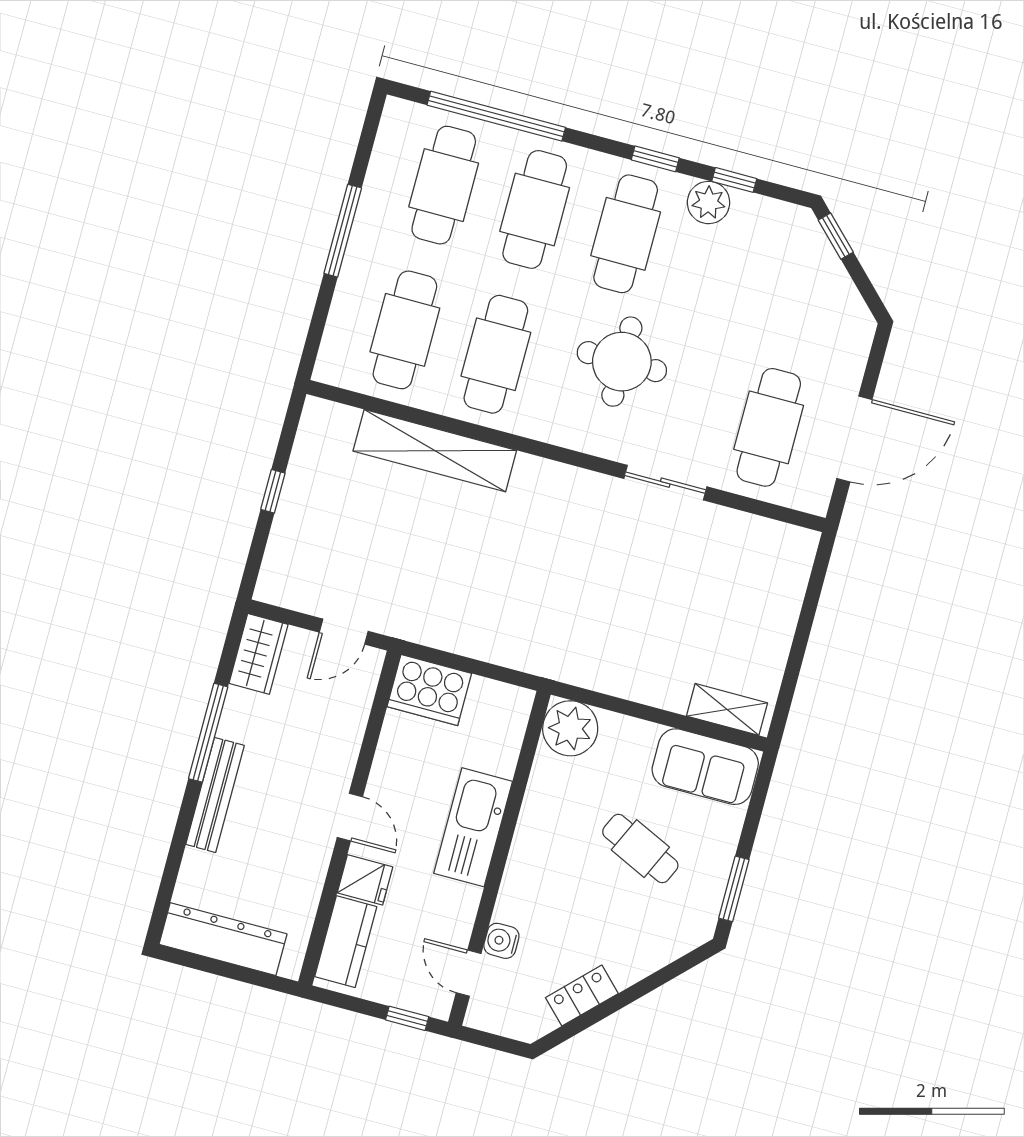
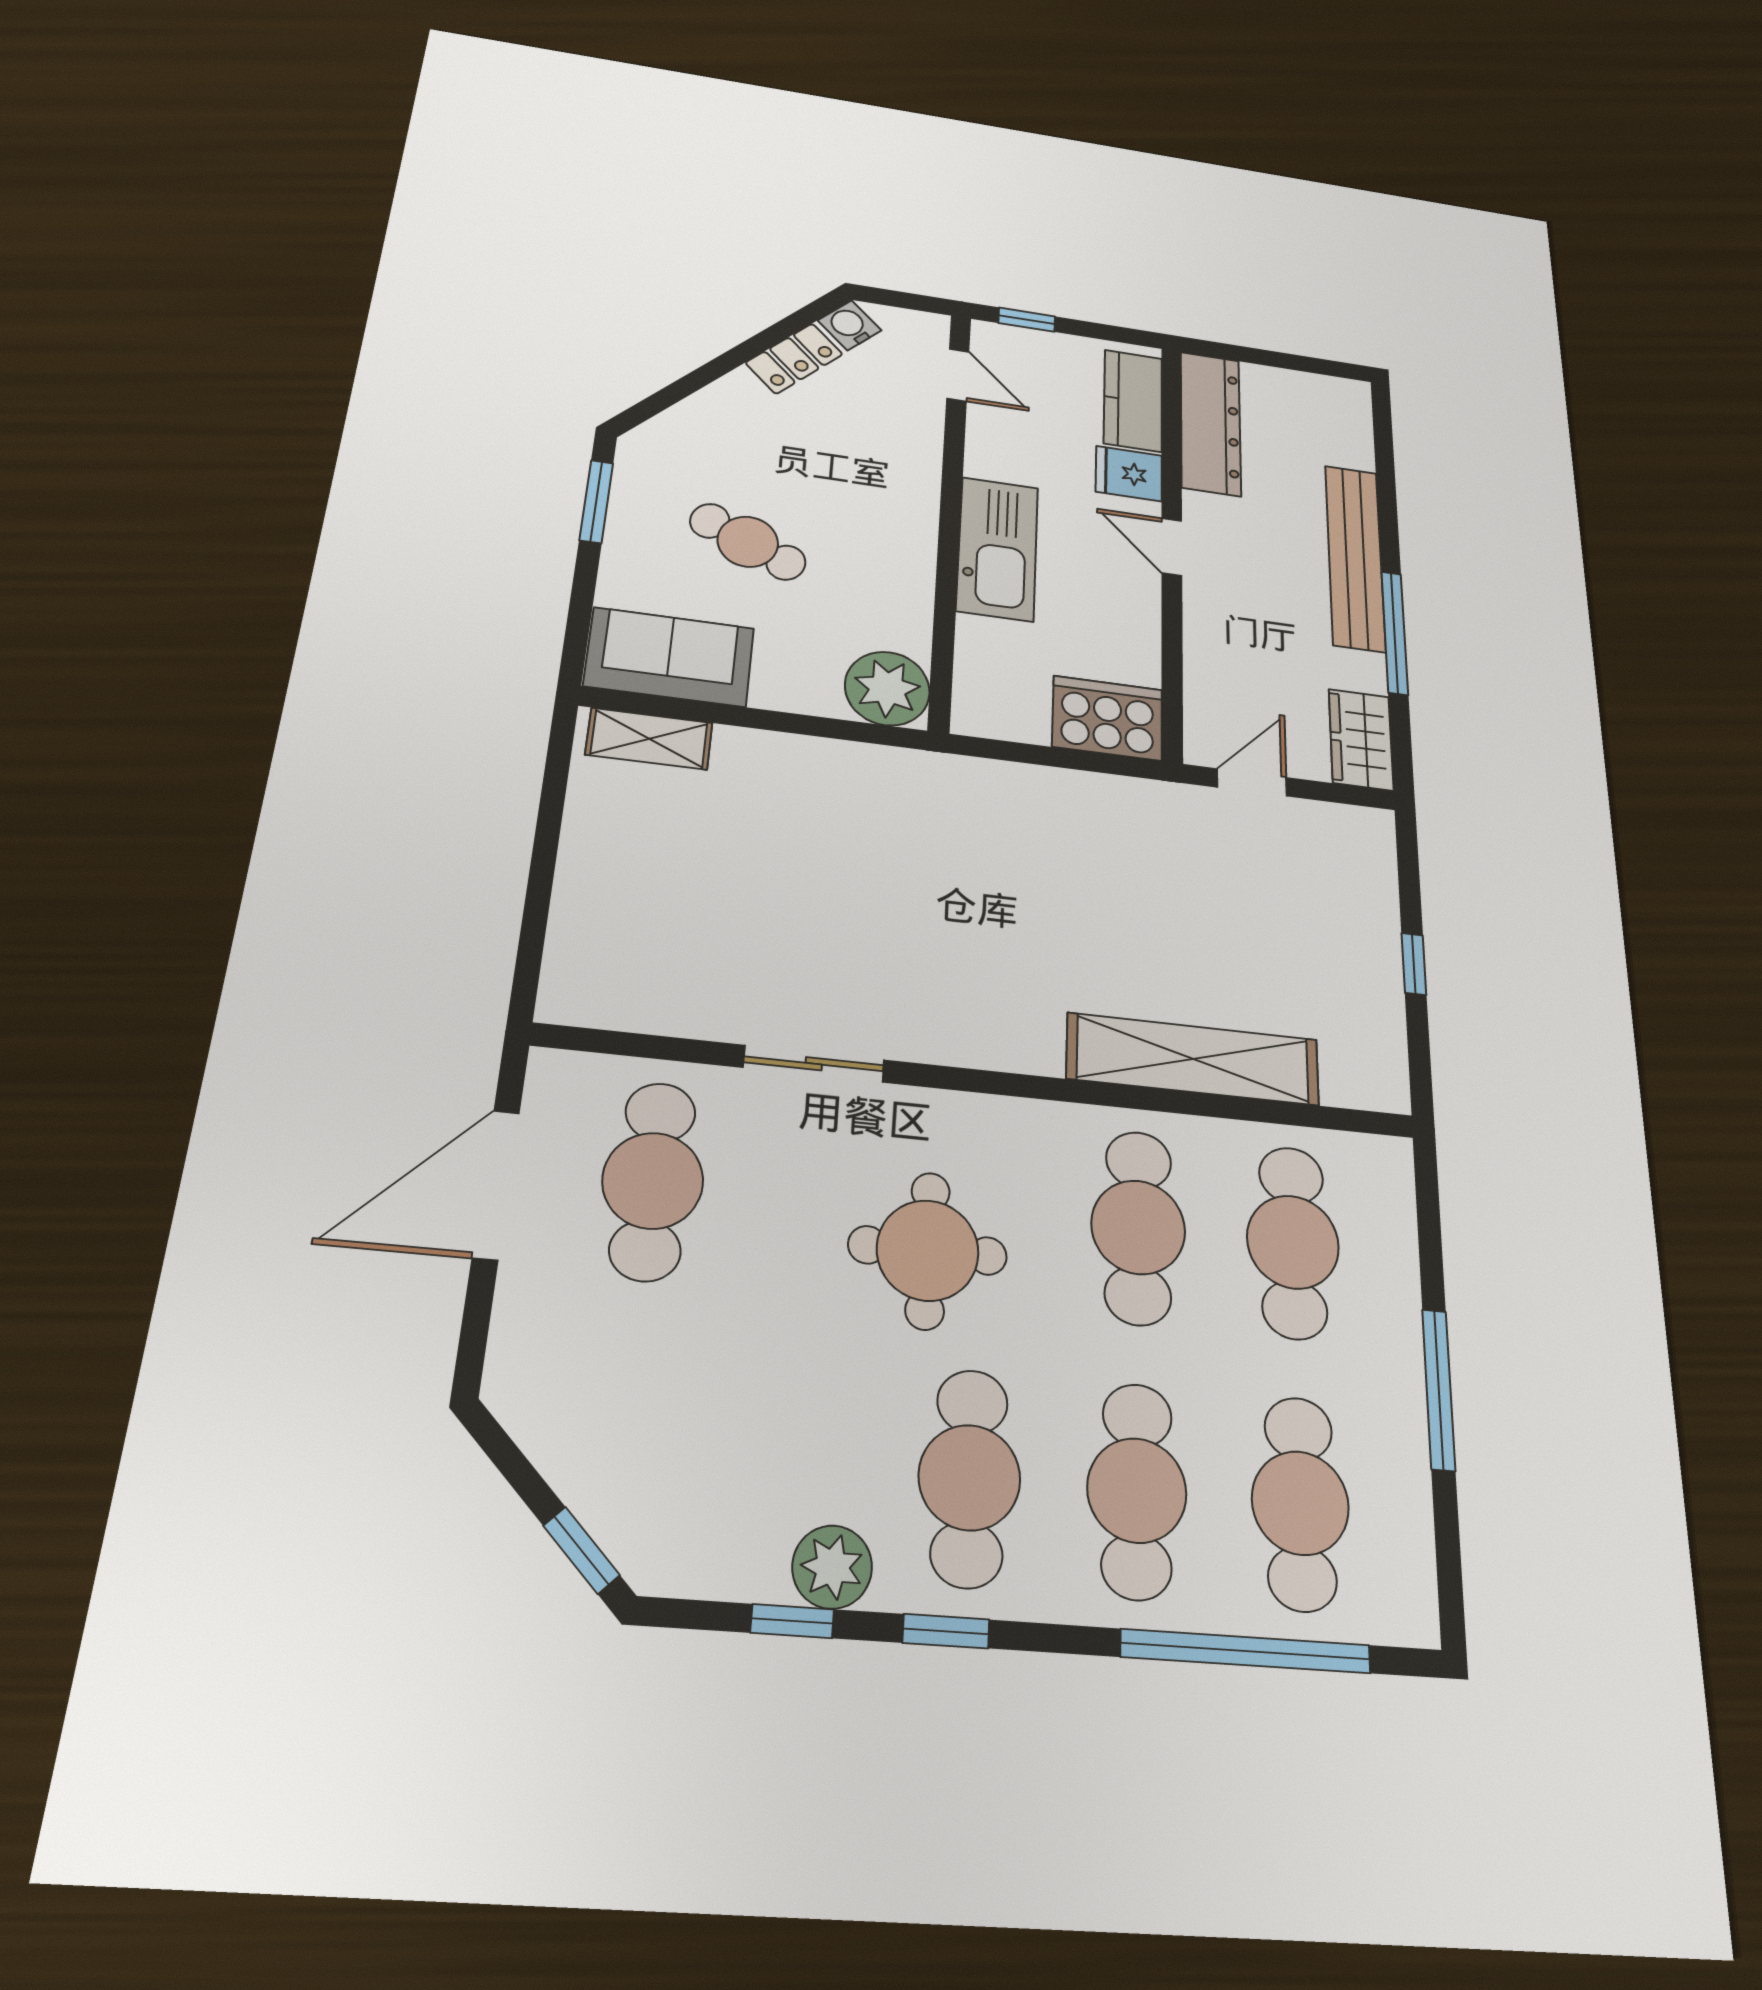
bench: (215, 795) -> (1355, 558), width x1.37, depth x1.21
dresser: (223, 939) -> (1211, 423), moved, turned -90
water cooler: (501, 941) -> (850, 325), moved, turned -135

